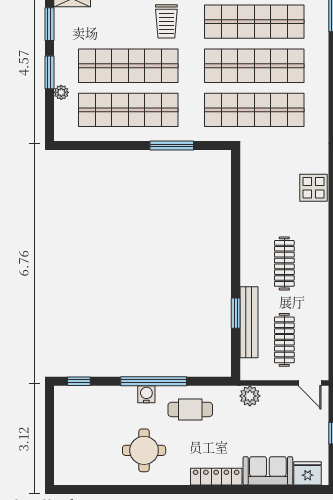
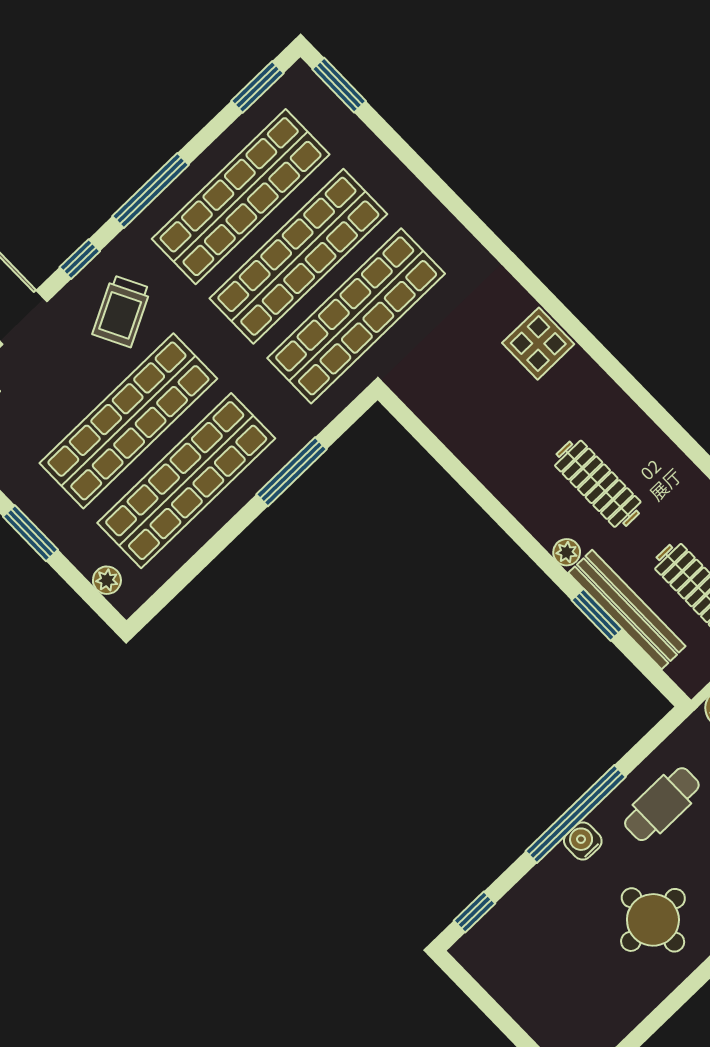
trolley: (166, 21) -> (122, 311), turned 63
plant: (61, 92) -> (107, 580), moved
plant: (247, 278) -> (567, 552), added

